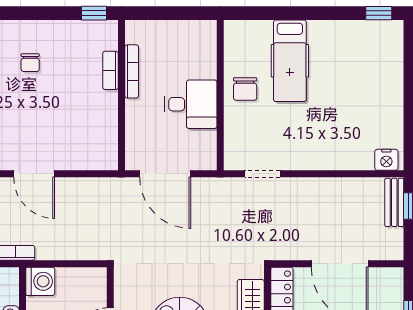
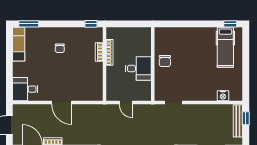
hospital bed: (290, 61) -> (225, 47), moved
nightstand: (386, 160) -> (223, 96), moved
door: (165, 174) -> (126, 103), width x0.53
bench: (394, 202) -> (238, 121), width x1.36

